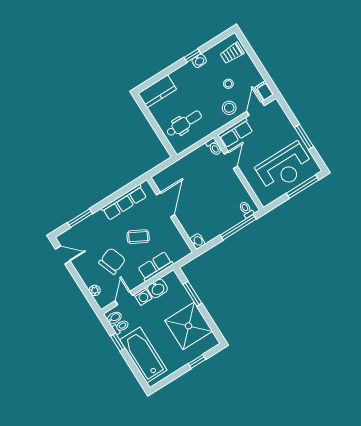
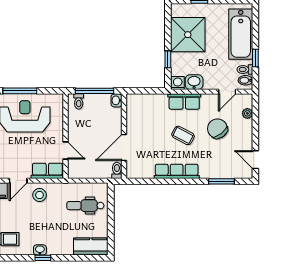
stool: (228, 84) -> (28, 215), removed
toilet: (214, 147) -> (117, 170), moved
door: (231, 160) -> (66, 151), swing flipped
door: (166, 205) -> (124, 148), moved
wall: (172, 215) -> (124, 136), moved
washbasin: (197, 241) -> (117, 100), moved
chair: (112, 261) -> (217, 129), turned 74
window: (192, 294) -> (168, 59), width x0.67
washing machine: (143, 297) -> (178, 83), moved

